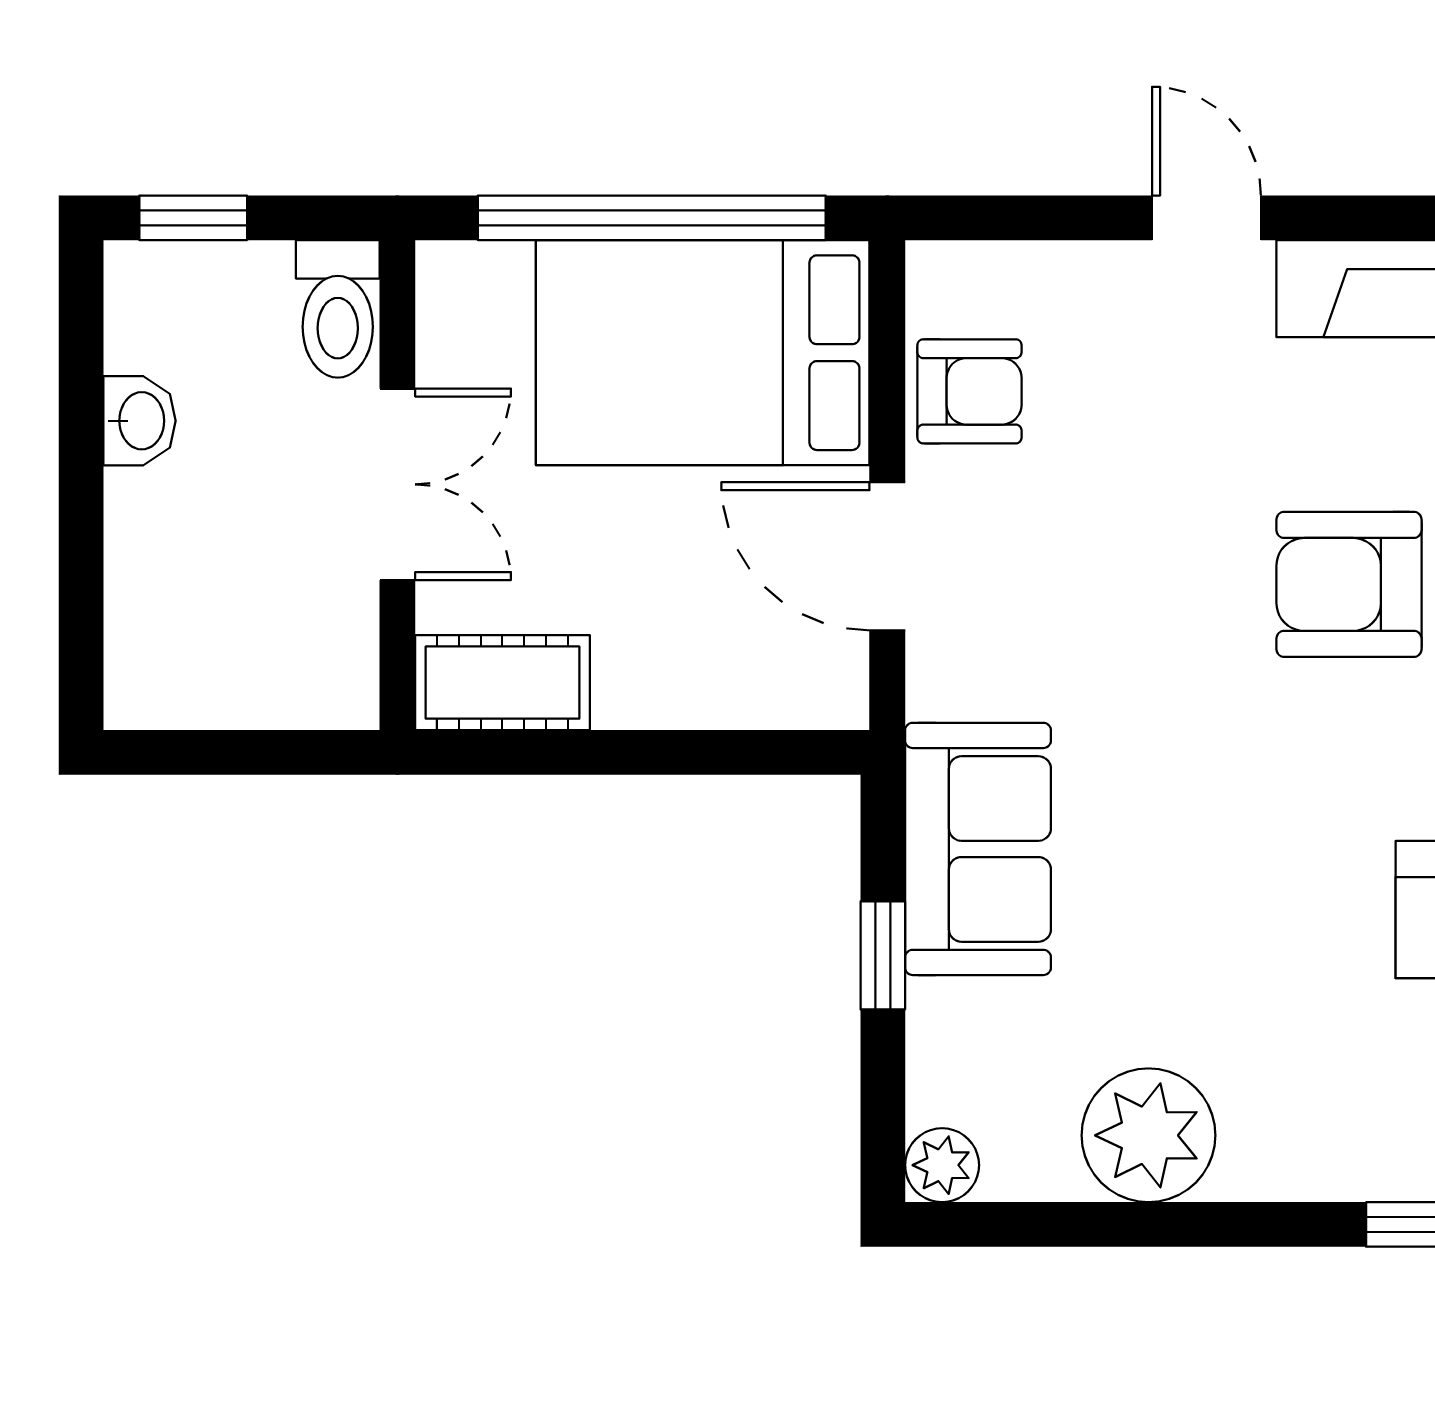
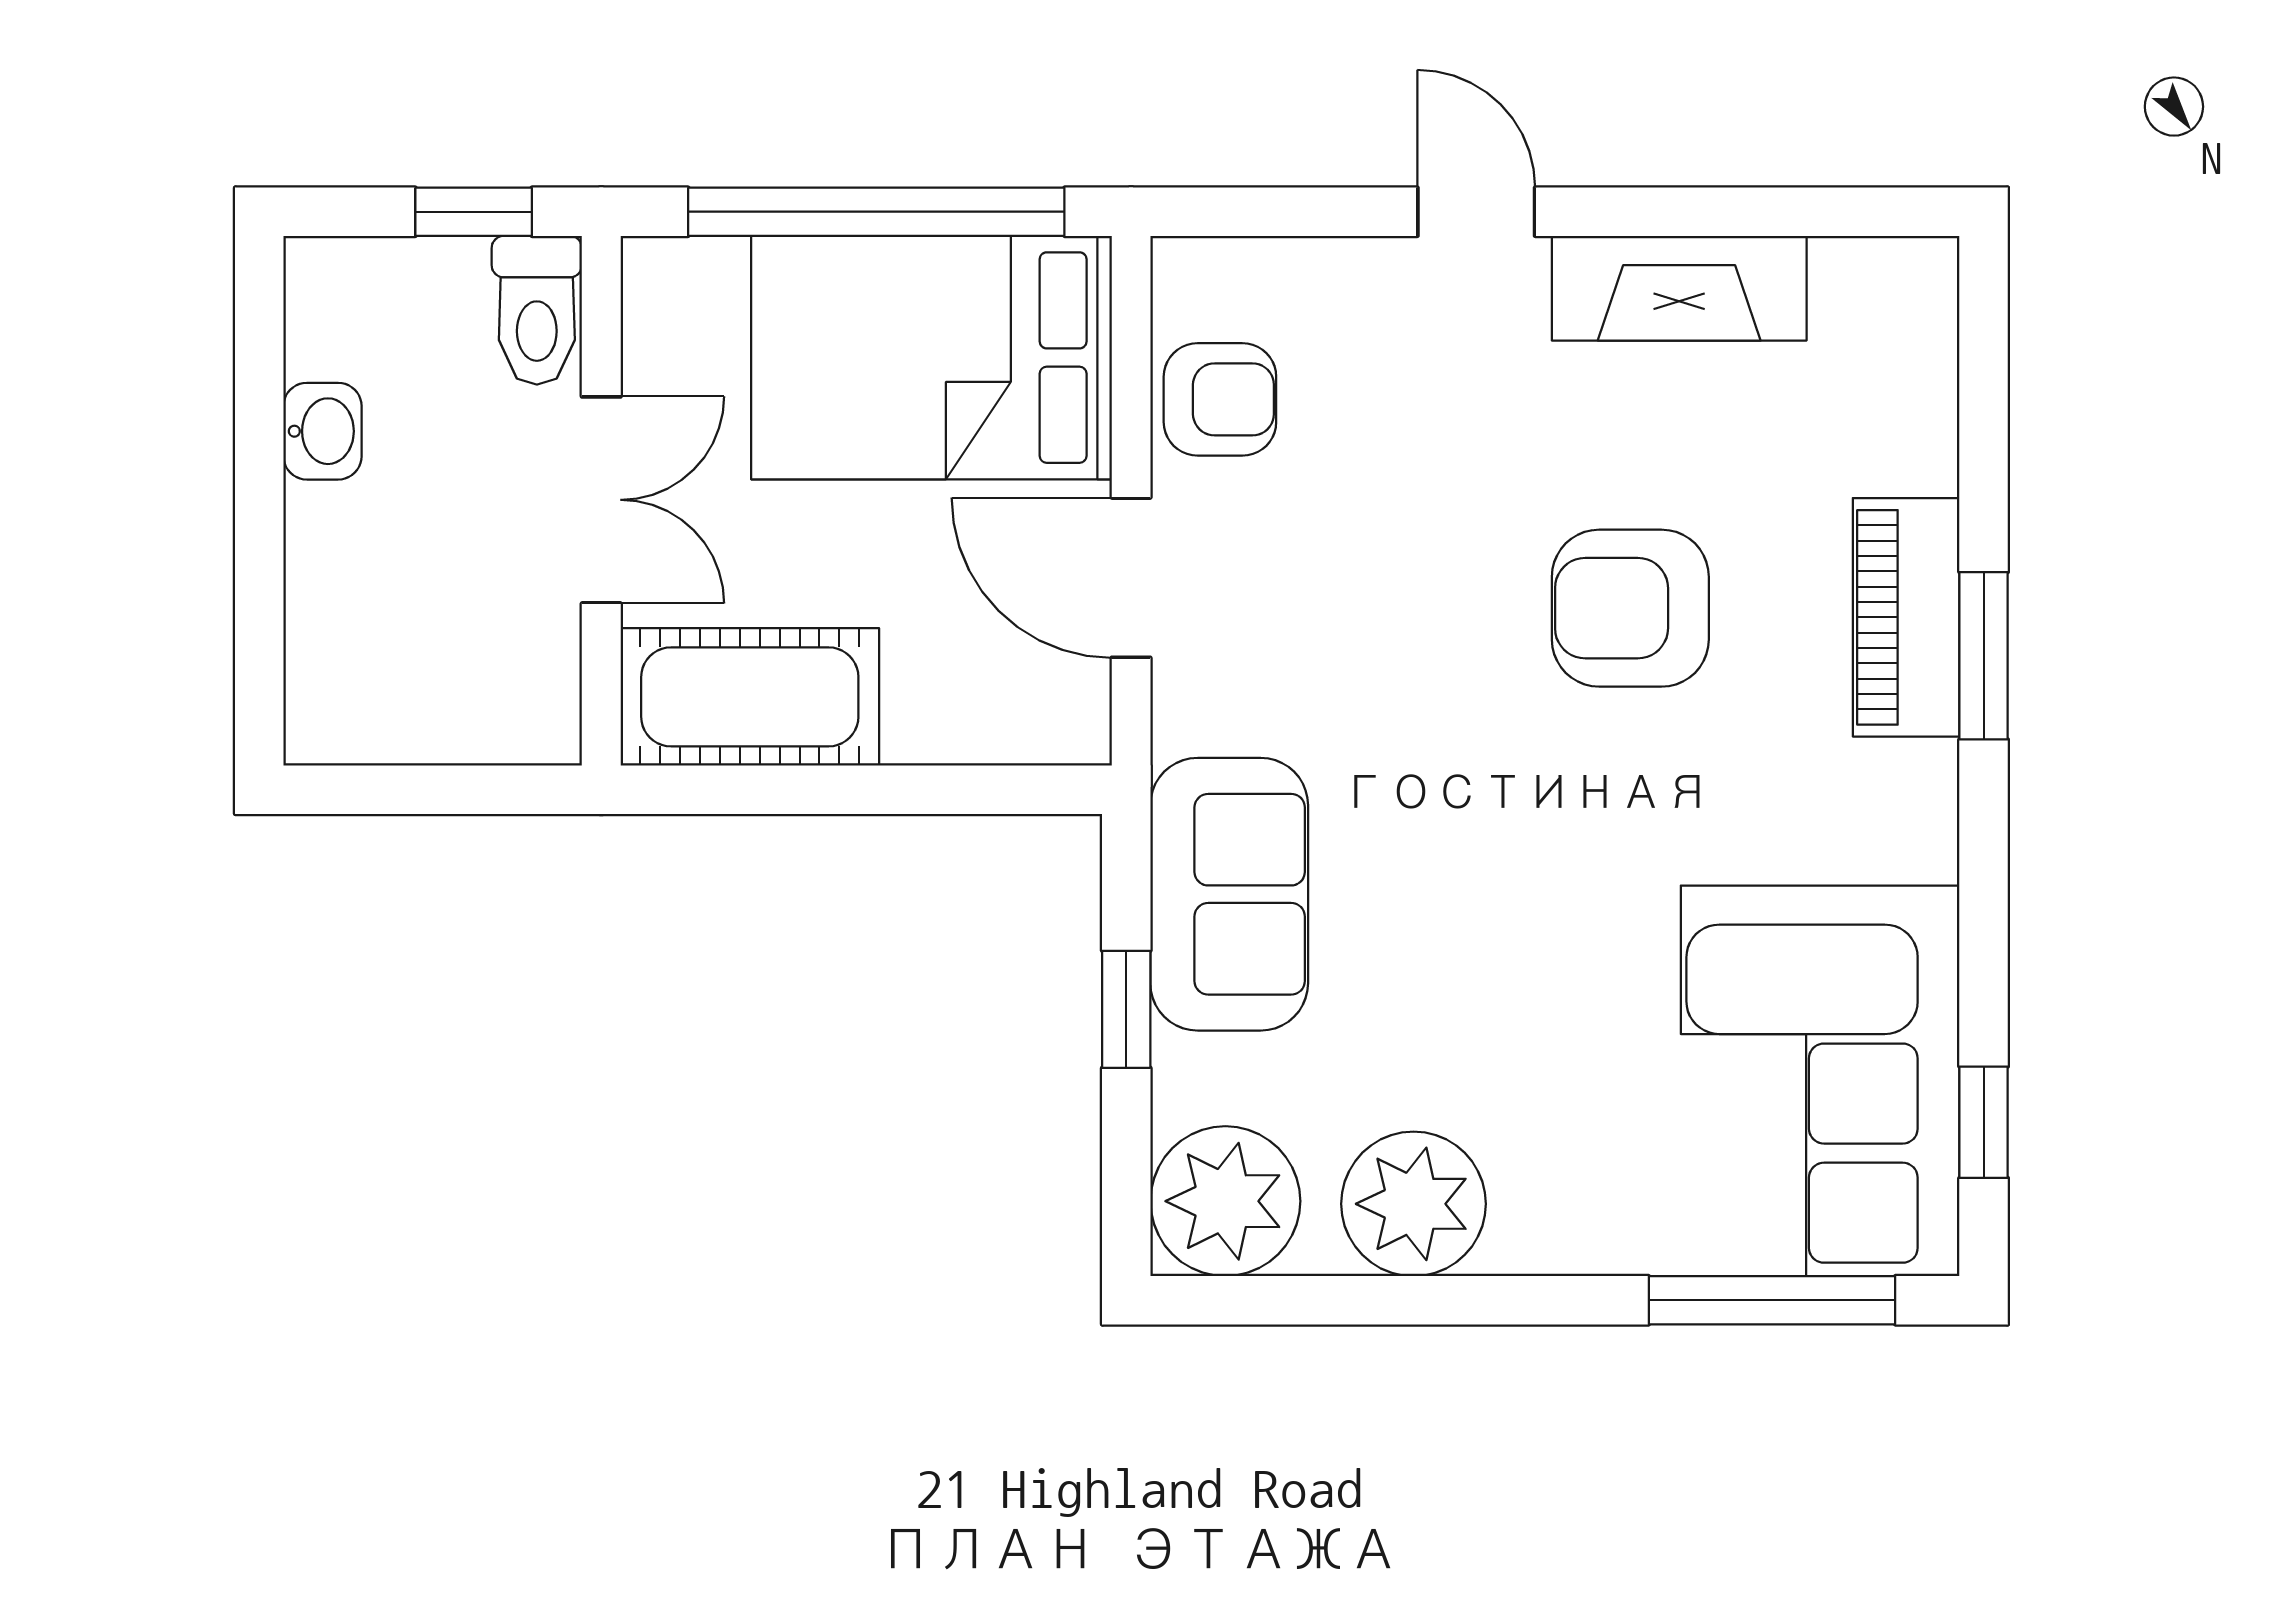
window: (193, 218) -> (474, 212), moved
cot: (502, 683) -> (750, 697), width x1.37, depth x1.34
plant: (942, 1165) -> (1225, 1201), width x1.88, depth x1.88

